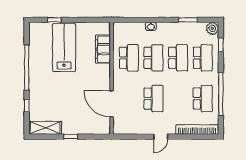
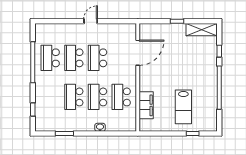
plant: (212, 28) -> (41, 125), removed
lab bench: (64, 48) -> (183, 107), width x0.73, depth x0.72
school desk: (203, 58) -> (74, 58), moved
door: (112, 104) -> (138, 53), hinge flipped
bookcase: (197, 129) -> (55, 28), removed

